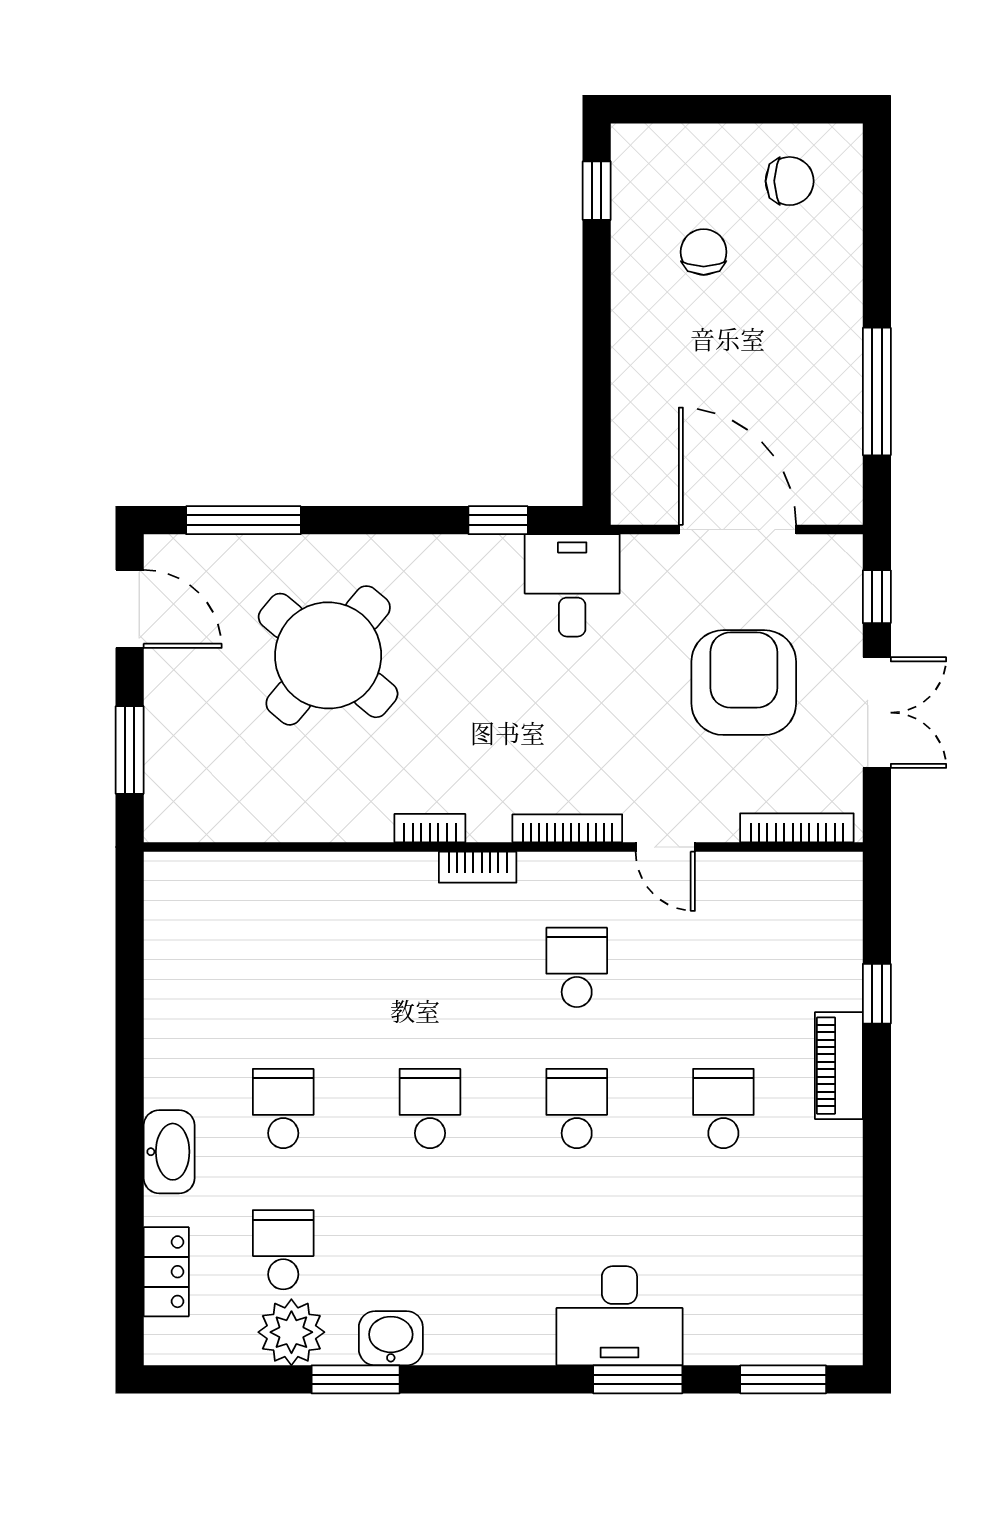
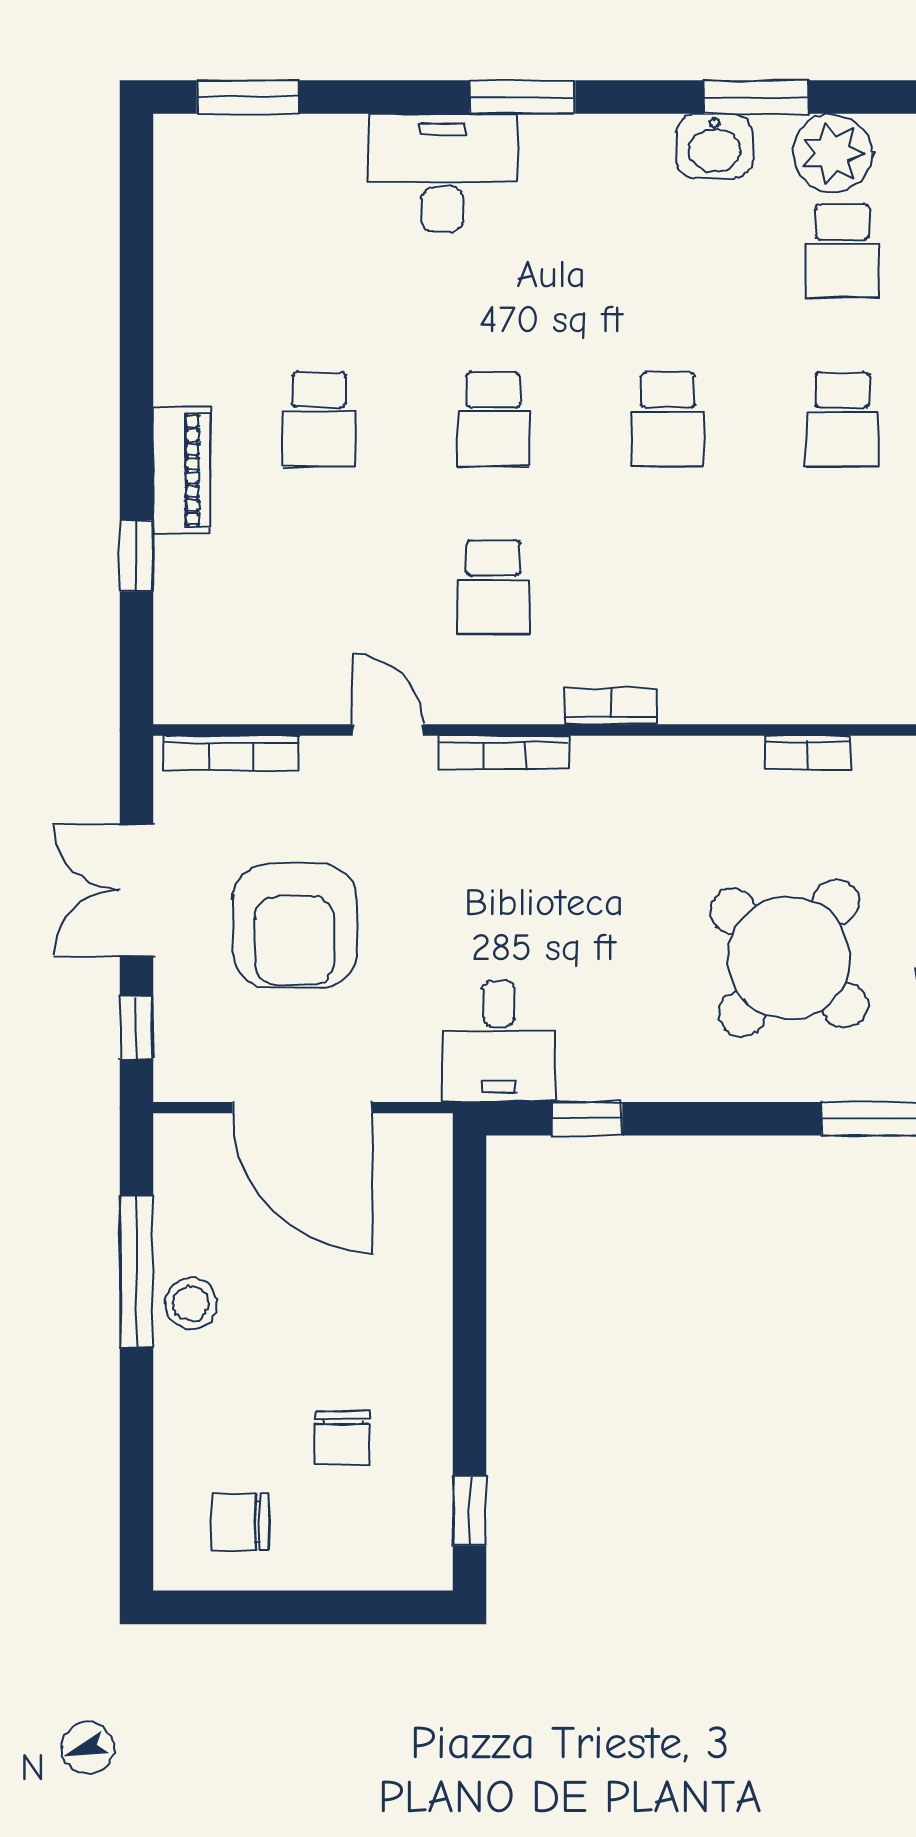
stool: (831, 365) -> (191, 1304), added
bookcase: (430, 828) -> (807, 753), moved
window: (638, 1379) -> (522, 97), moved

